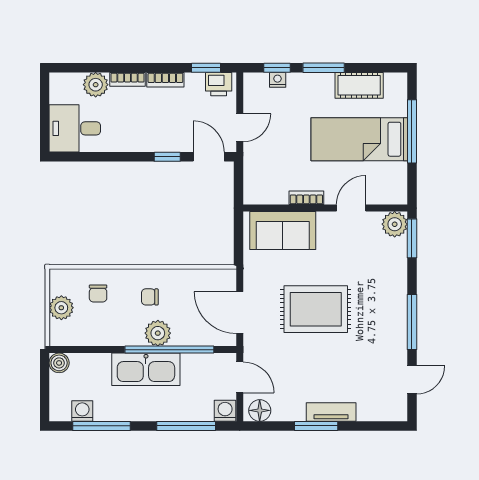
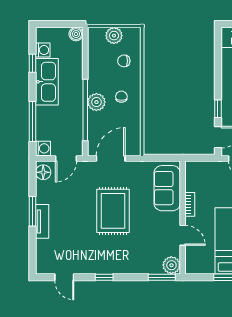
window: (412, 322) -> (104, 277), width x0.46
kitchen sink: (146, 369) -> (47, 82), moved, turned 180
window: (101, 426) -> (33, 63), width x0.46

